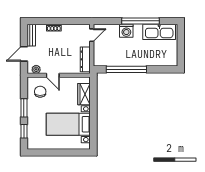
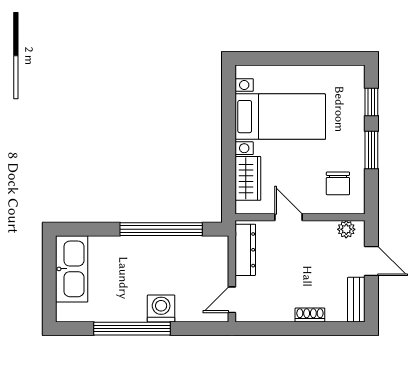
kitchen sink: (159, 32) -> (72, 269), moved, turned 90
door: (24, 54) -> (371, 261), hinge flipped
door: (53, 75) -> (289, 217), moved

